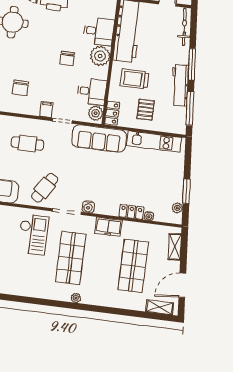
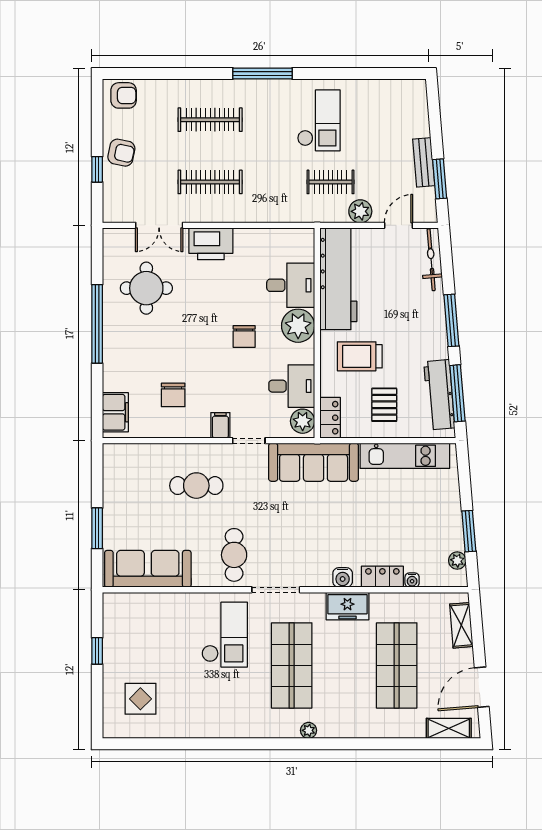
workbench: (180, 85) -> (439, 395), moved
cafe table: (45, 188) -> (234, 555), turned -32
water cooler: (88, 207) -> (343, 577), moved

